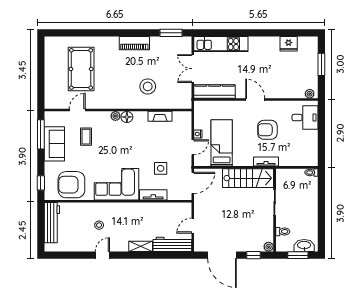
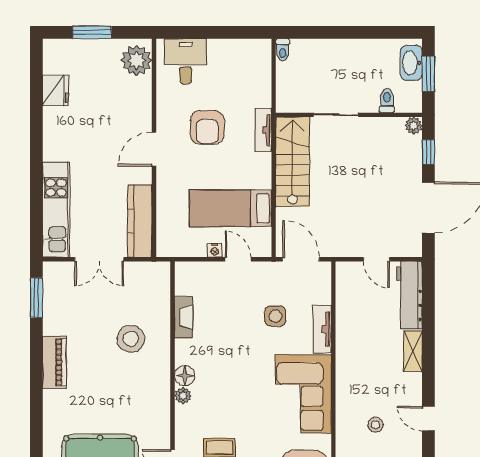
plant: (310, 94) -> (136, 60), width x1.88, depth x1.88

